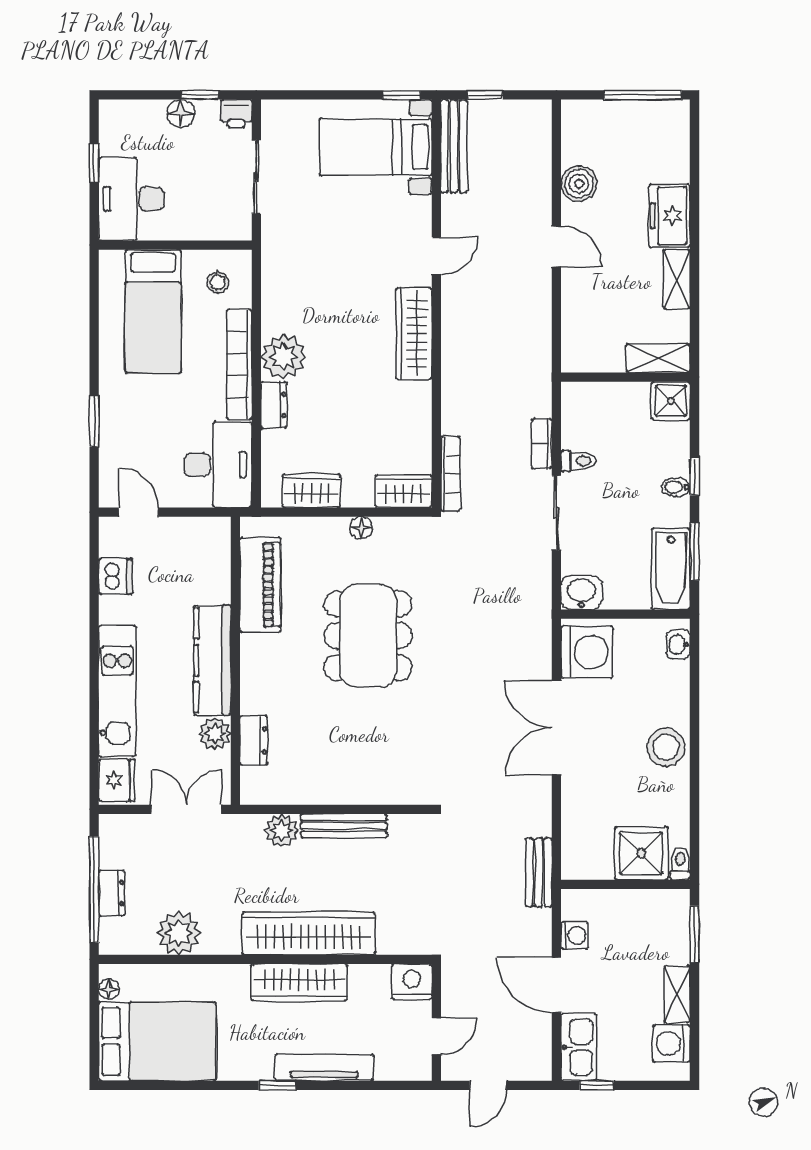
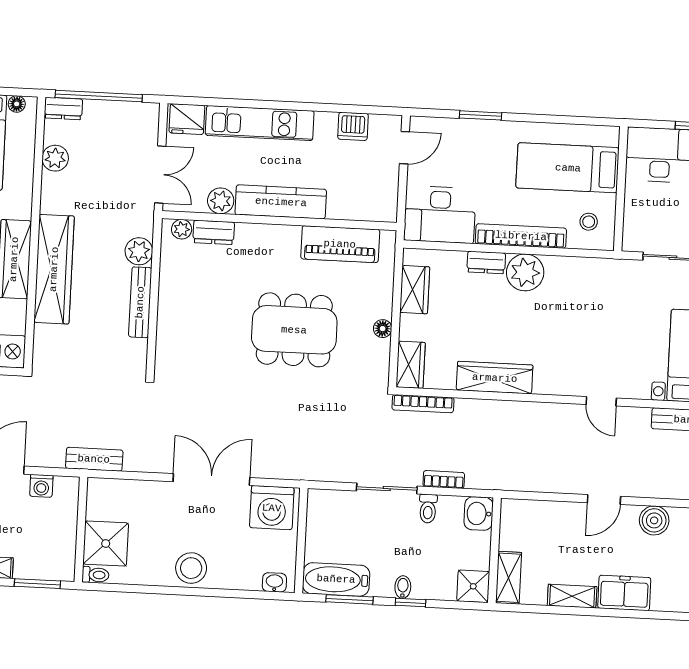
wardrobe: (414, 334) -> (495, 378), moved
washbasin: (581, 592) -> (479, 514), moved, turned 180
plant: (252, 780) -> (182, 229), added
dresser: (112, 893) -> (63, 109), moved
plant: (179, 933) -> (55, 158), width x0.73, depth x0.73

